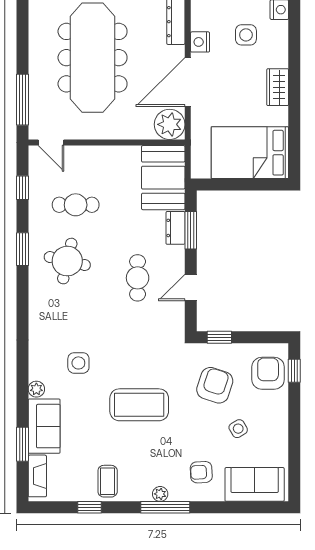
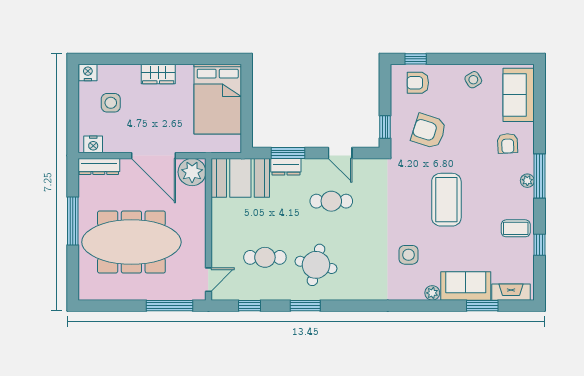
nightstand: (200, 42) -> (93, 144), moved
cafe table: (76, 205) -> (265, 257), turned 90
armchair: (268, 373) -> (418, 83), width x0.72, depth x0.72
side table: (238, 429) -> (473, 80), moved

